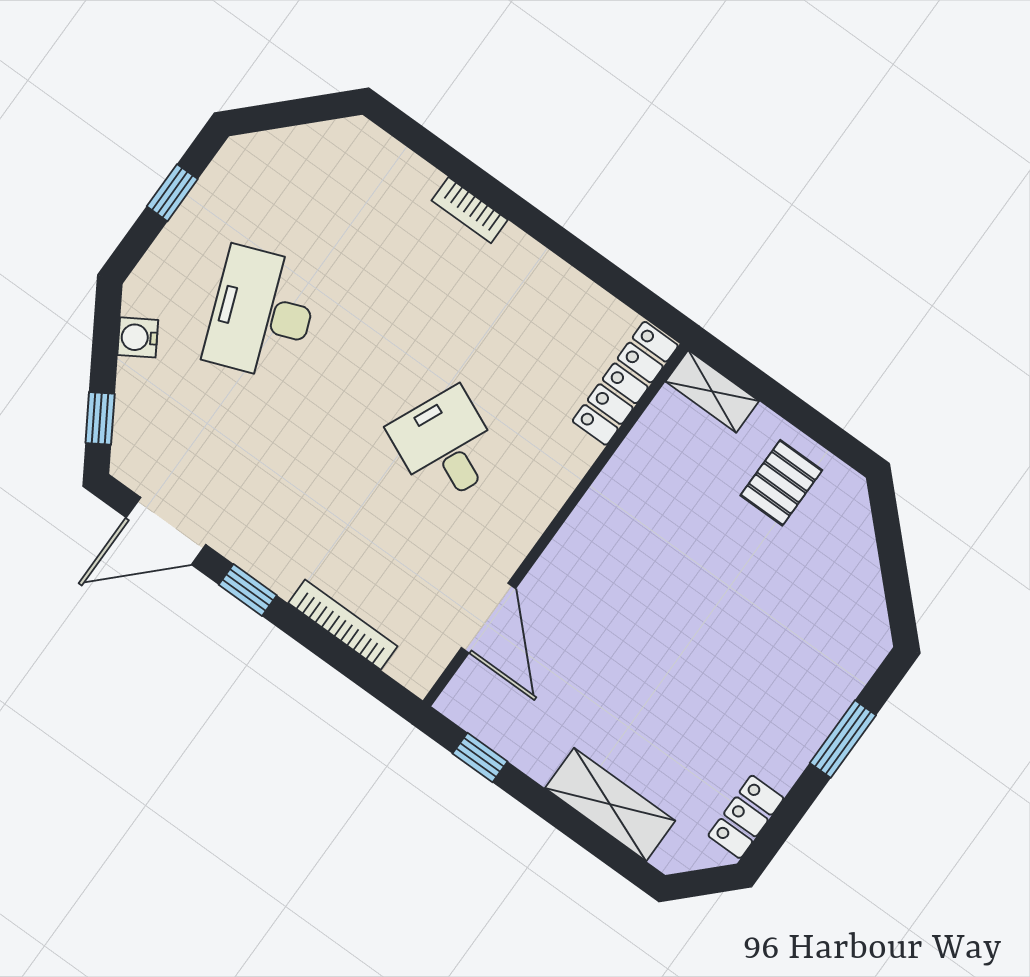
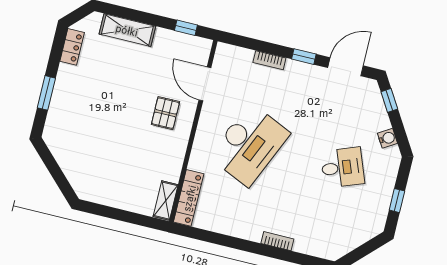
desk: (262, 313) -> (342, 168), width x0.73
shelving: (712, 391) -> (166, 201), moved, turned 90
desk: (446, 446) -> (249, 145), width x1.87, depth x1.30
pallet: (781, 483) -> (165, 113), moved
bookcase: (343, 625) -> (269, 60), width x0.64

